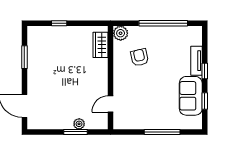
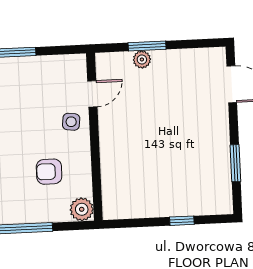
wardrobe: (101, 45) -> (113, 189), removed
armchair: (140, 57) -> (49, 172), turned 103
side table: (124, 88) -> (71, 122), added

